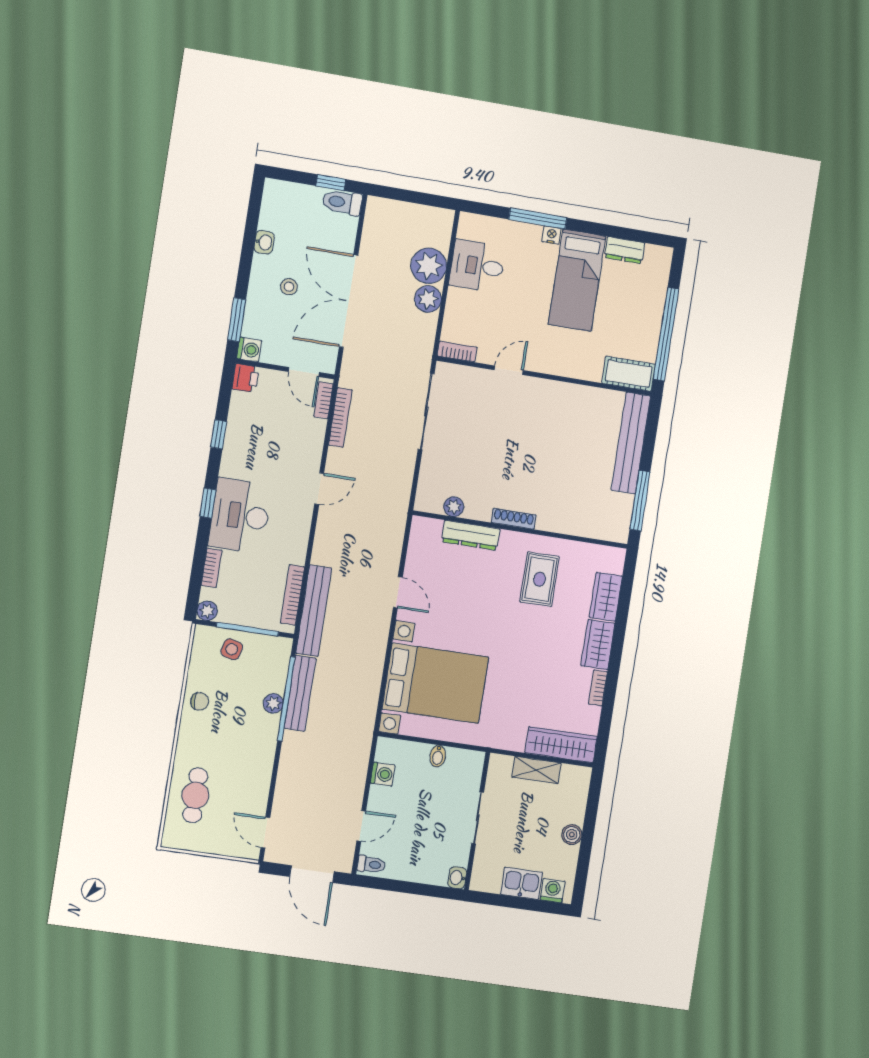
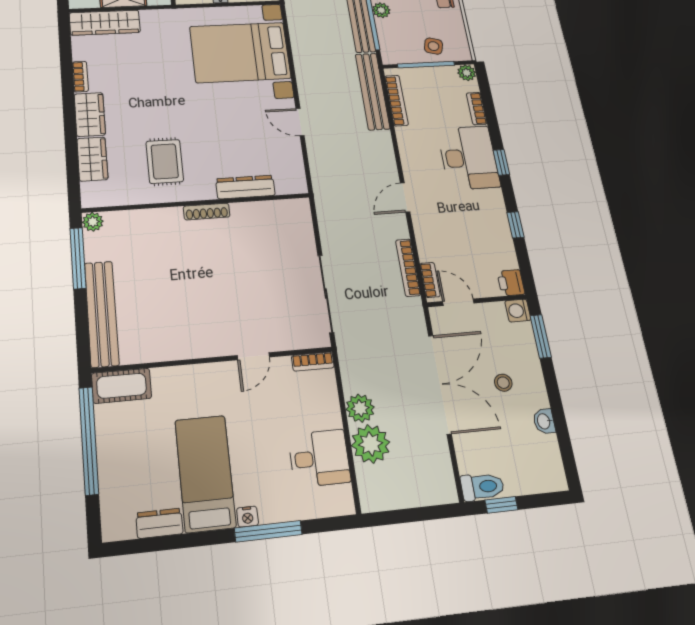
plant: (454, 507) -> (93, 222), moved

